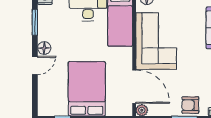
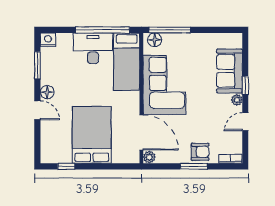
door: (35, 65) -> (37, 110), hinge flipped
armchair: (190, 105) -> (200, 152), turned 180

